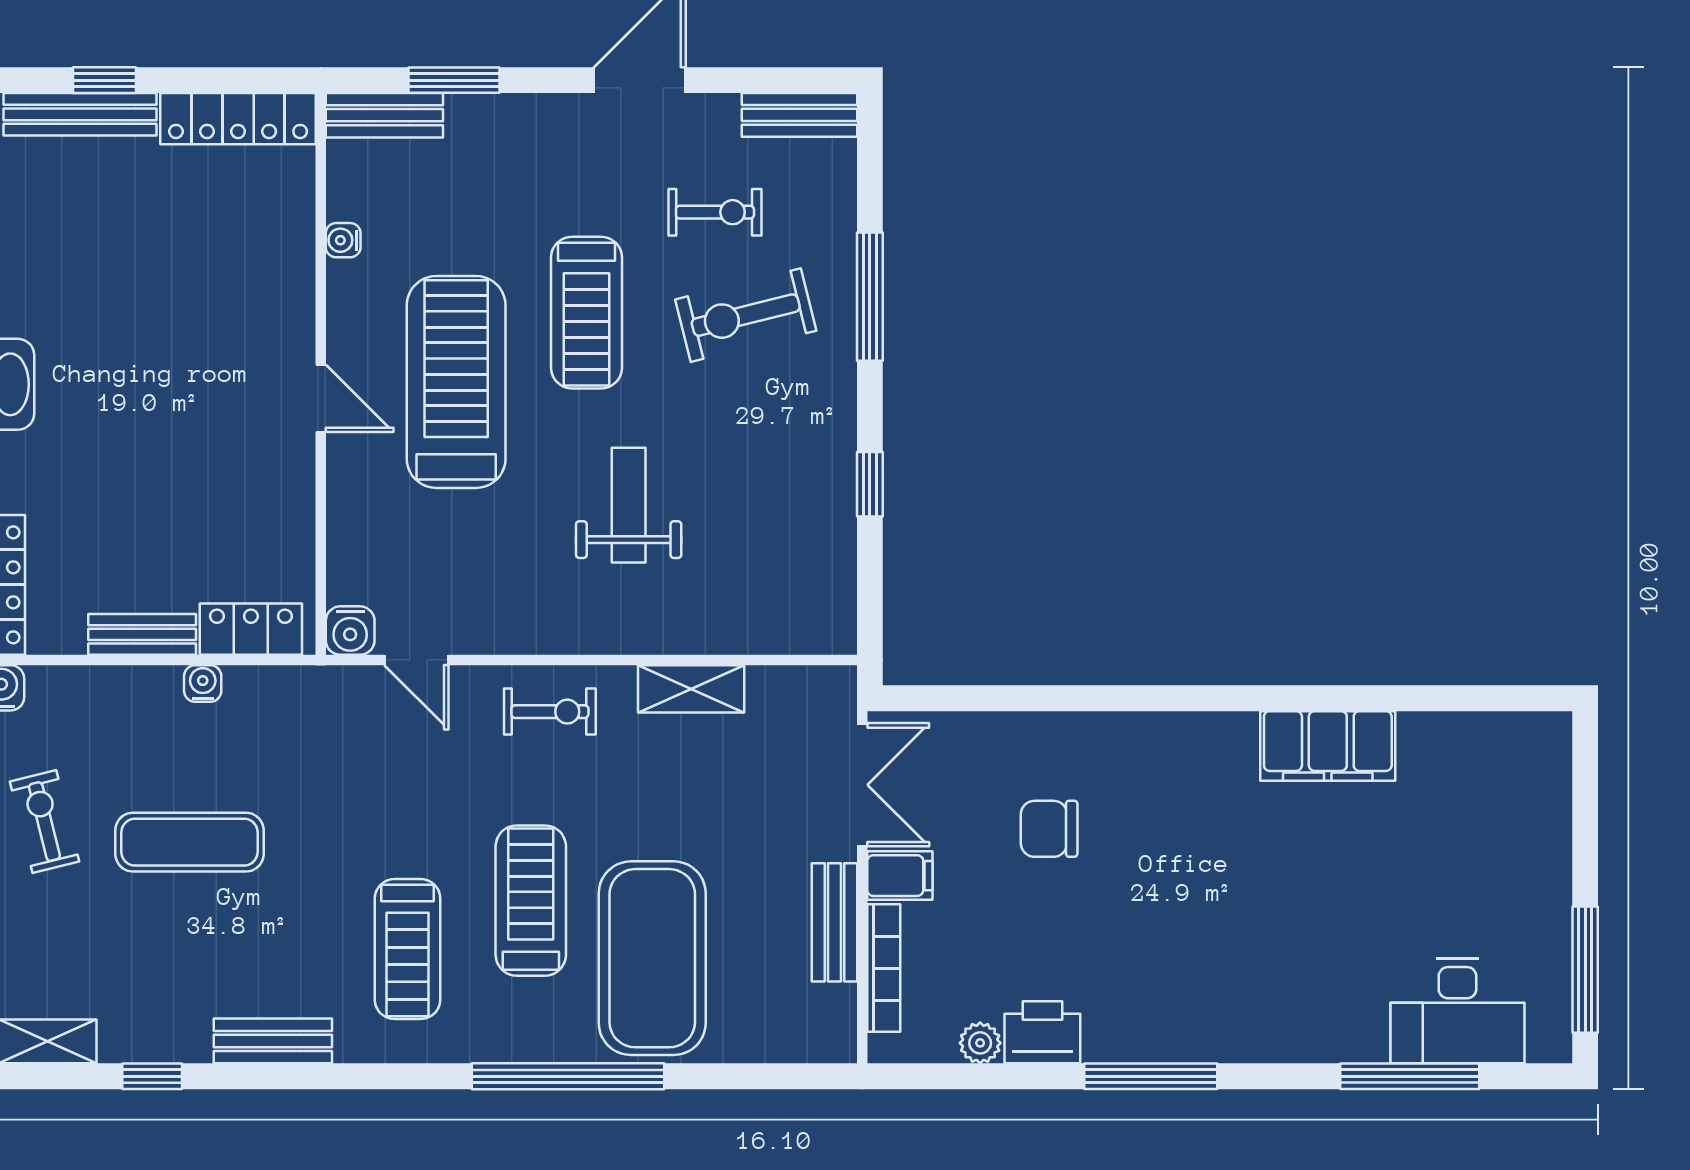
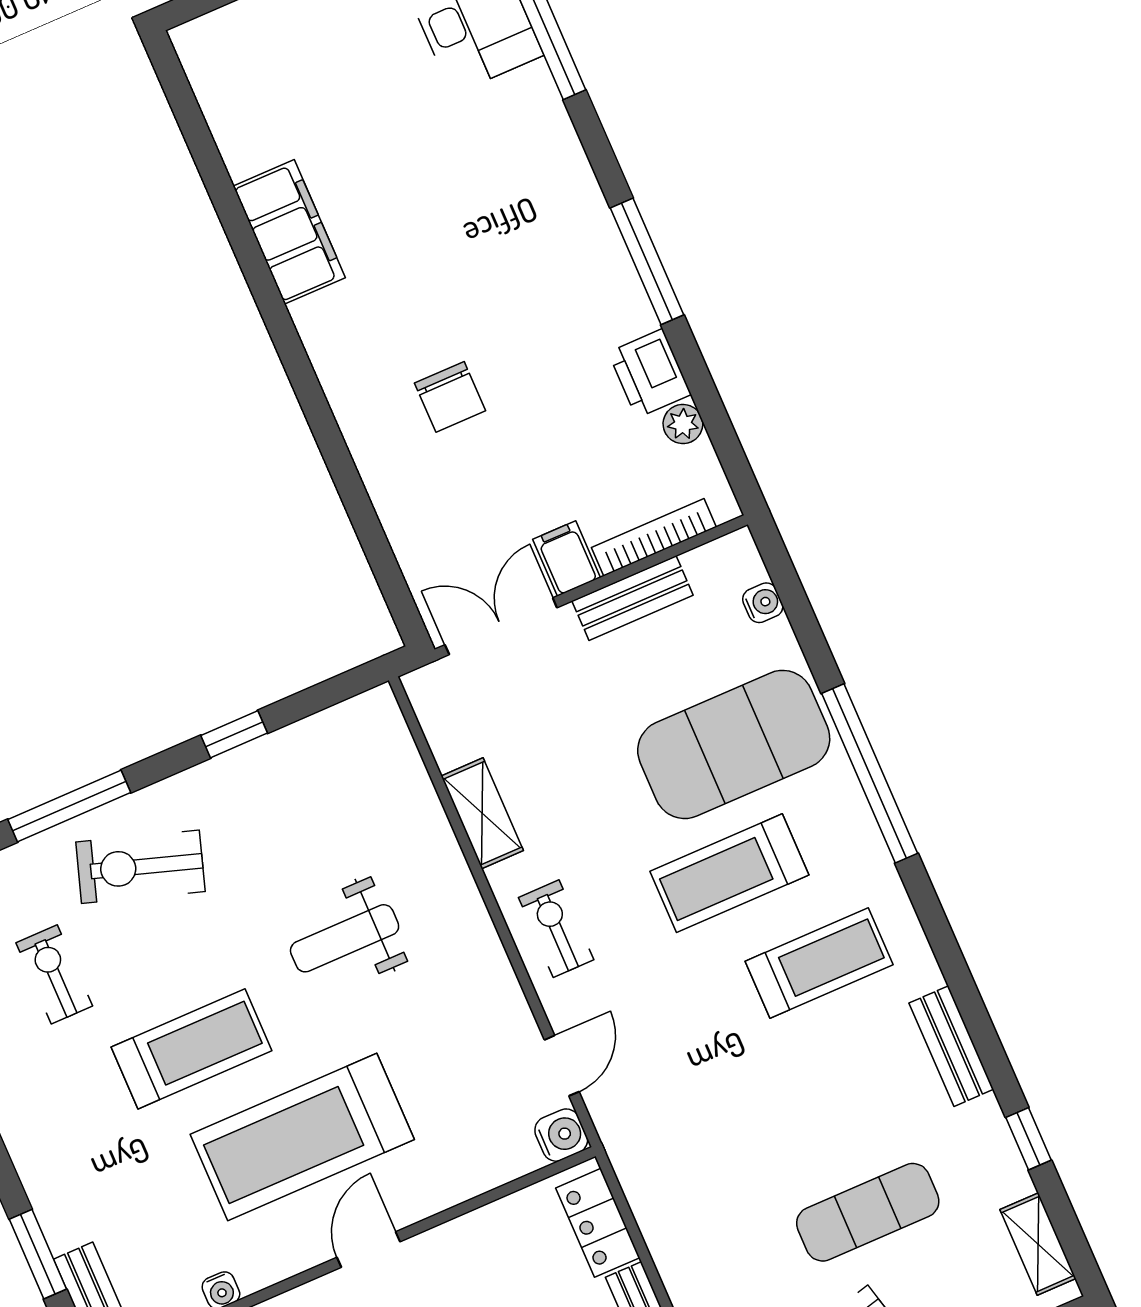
exercise bike: (746, 315) -> (140, 867), moved, turned 122
water cooler: (203, 684) -> (763, 603), moved, turned 180
chair: (1049, 829) -> (450, 397), moved
exercise mat: (189, 842) -> (868, 1212), moved, turned 90

